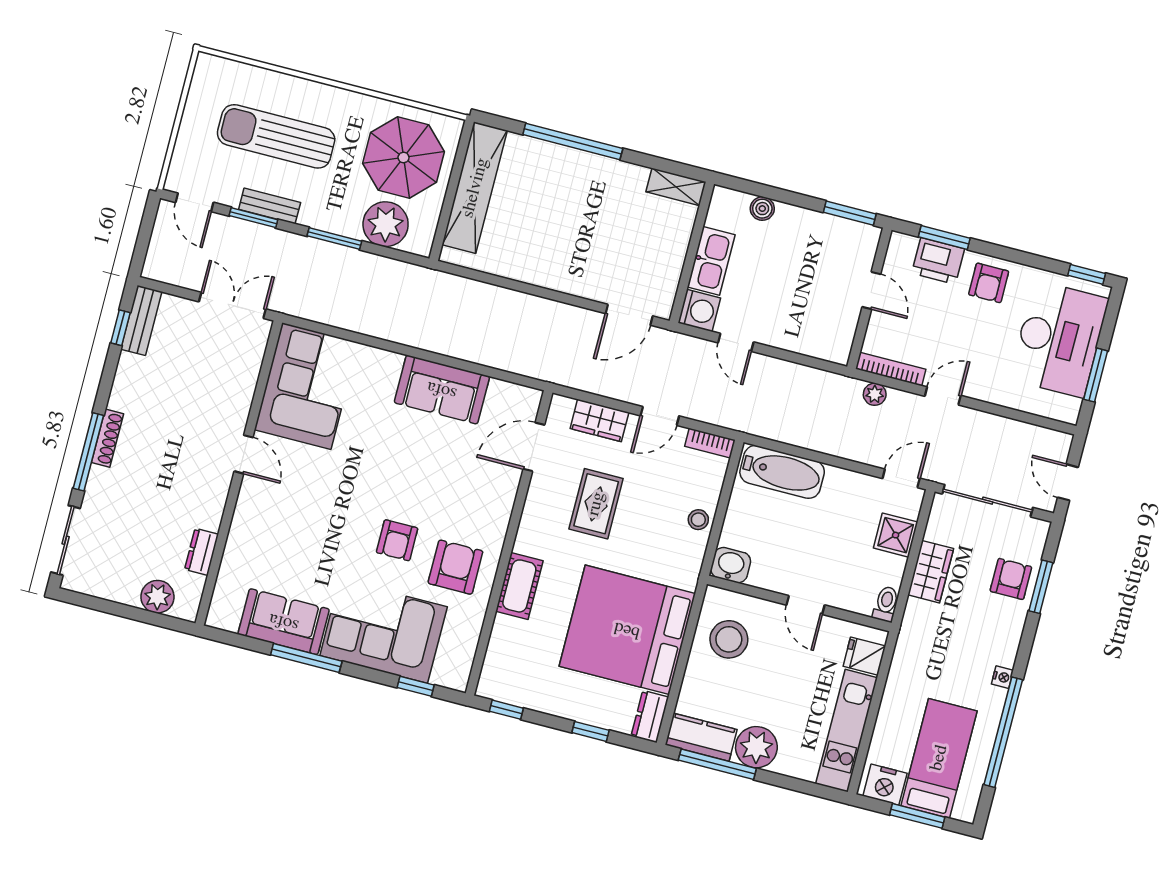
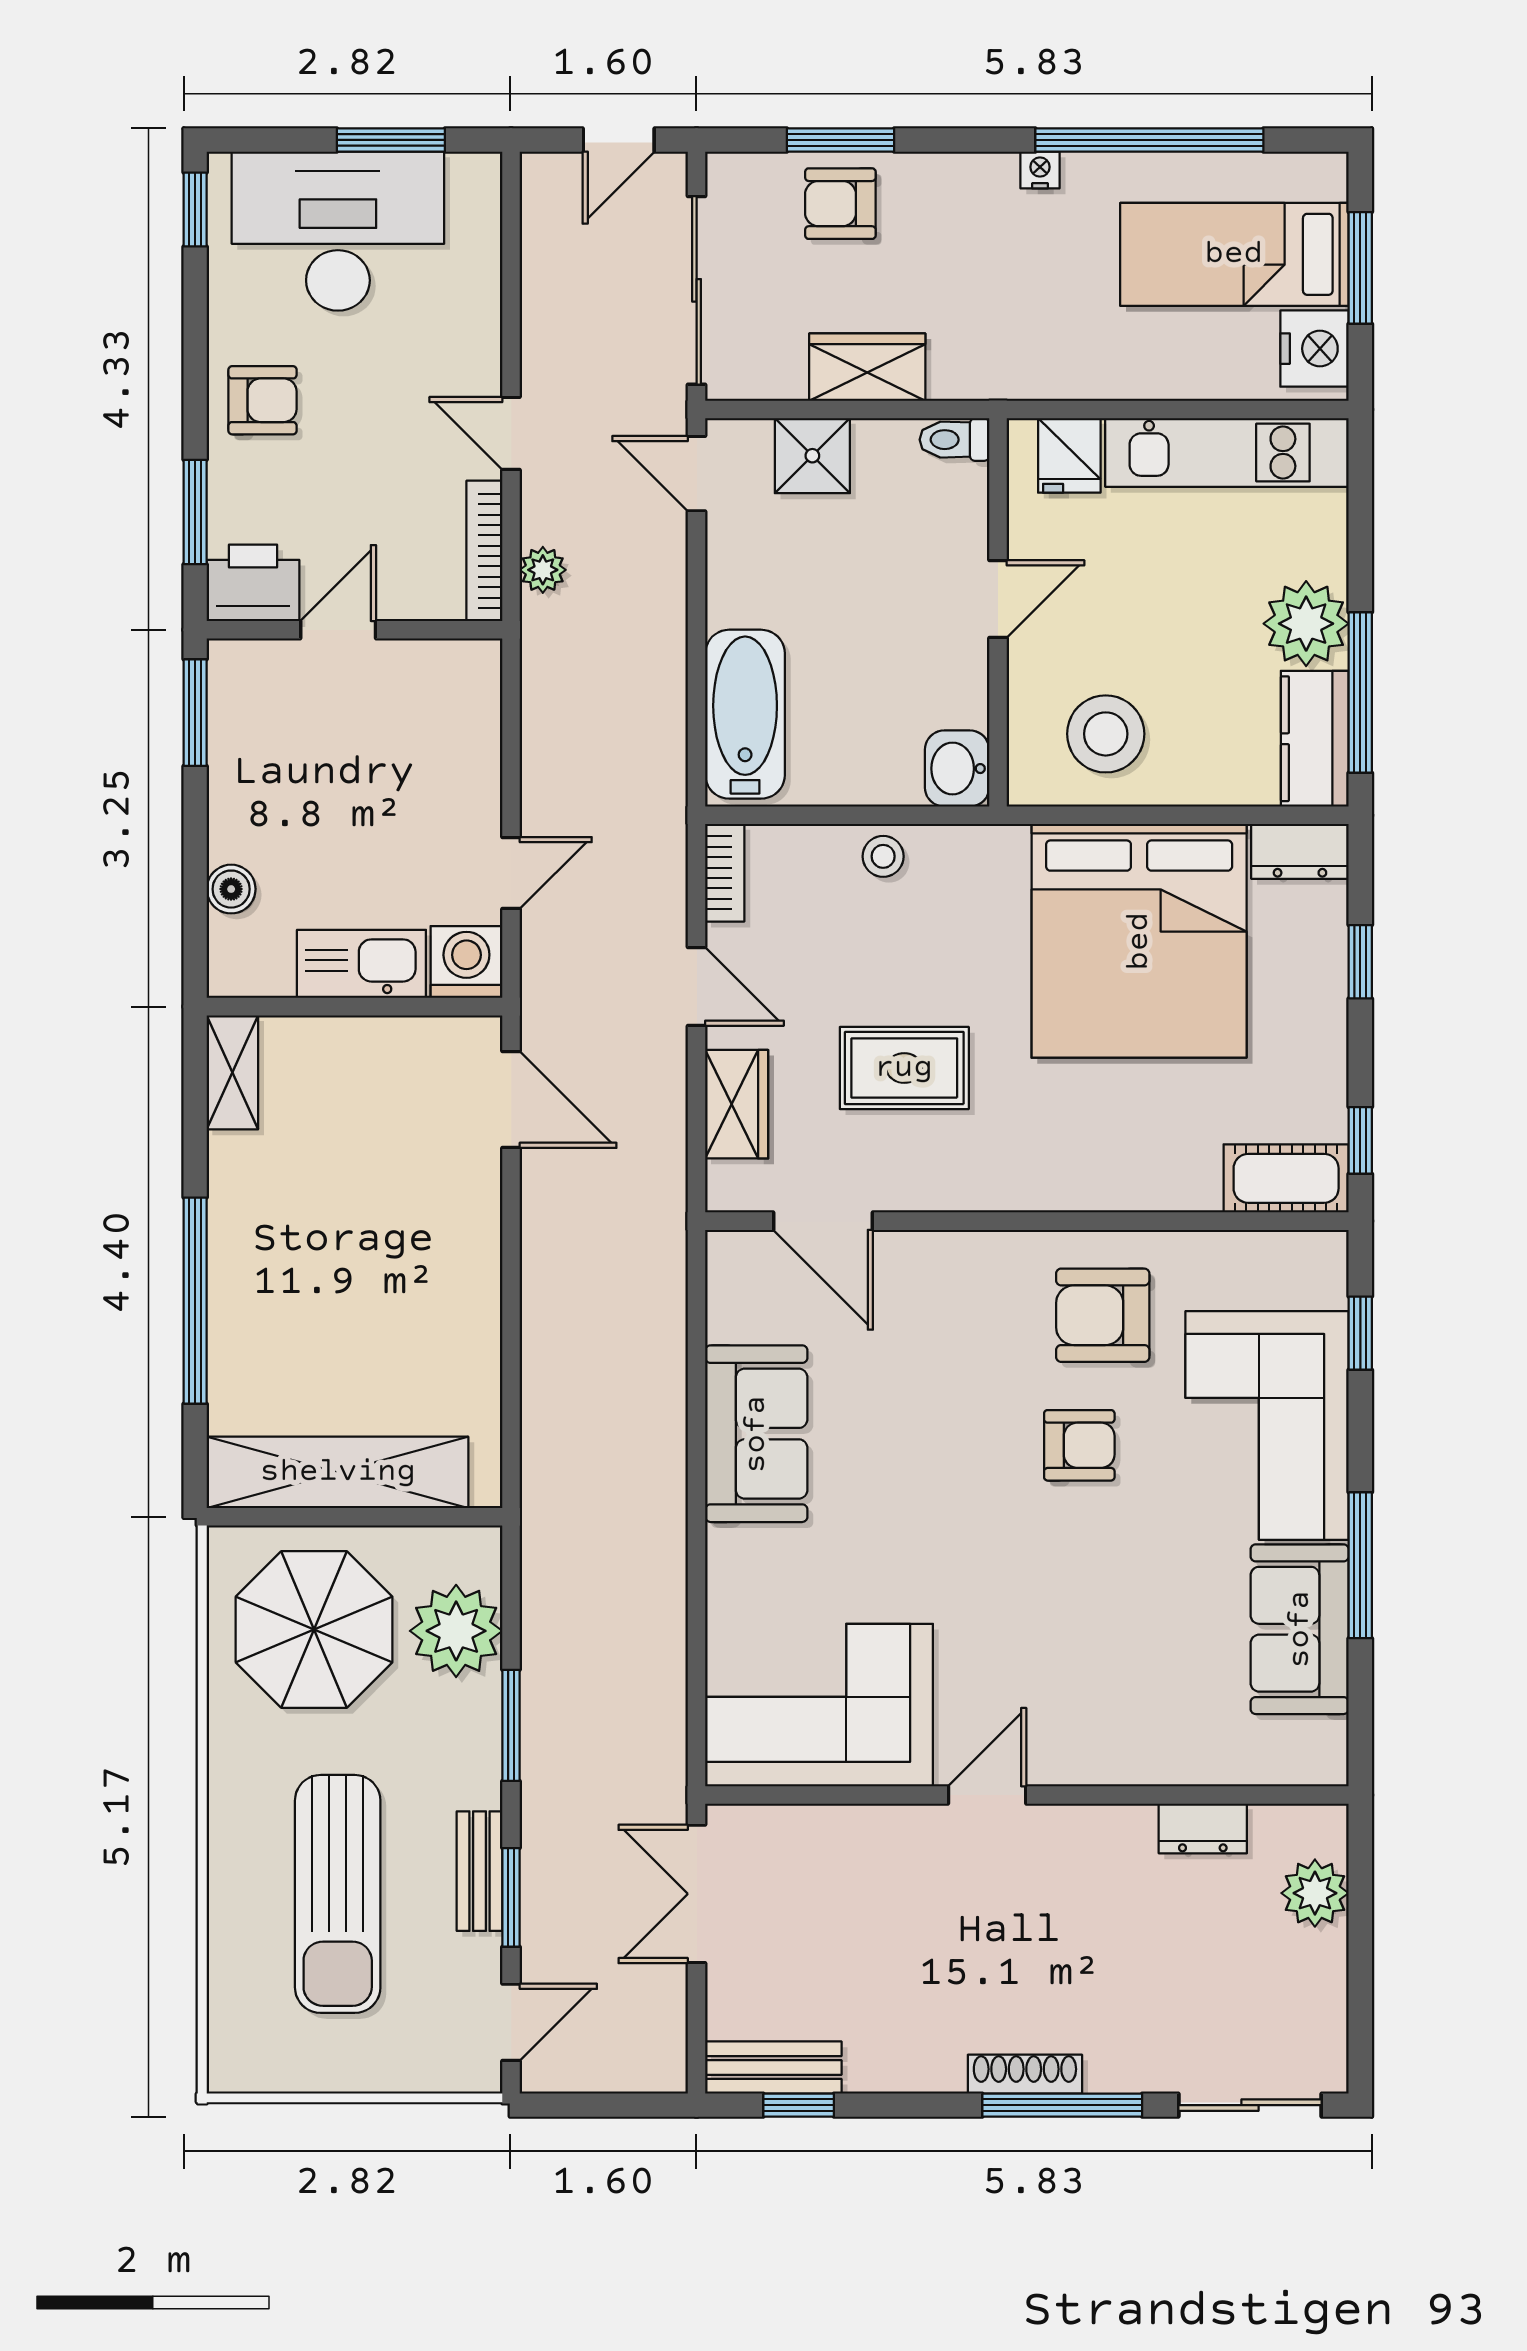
printer: (938, 261) -> (253, 583), moved, turned -90
cot: (519, 586) -> (1286, 1178), moved

